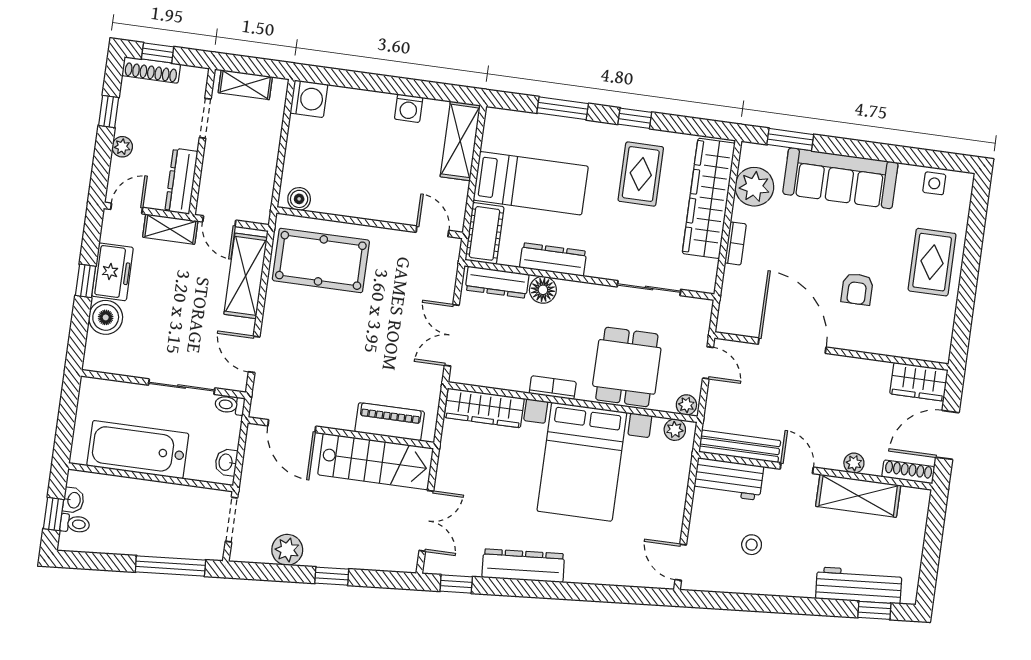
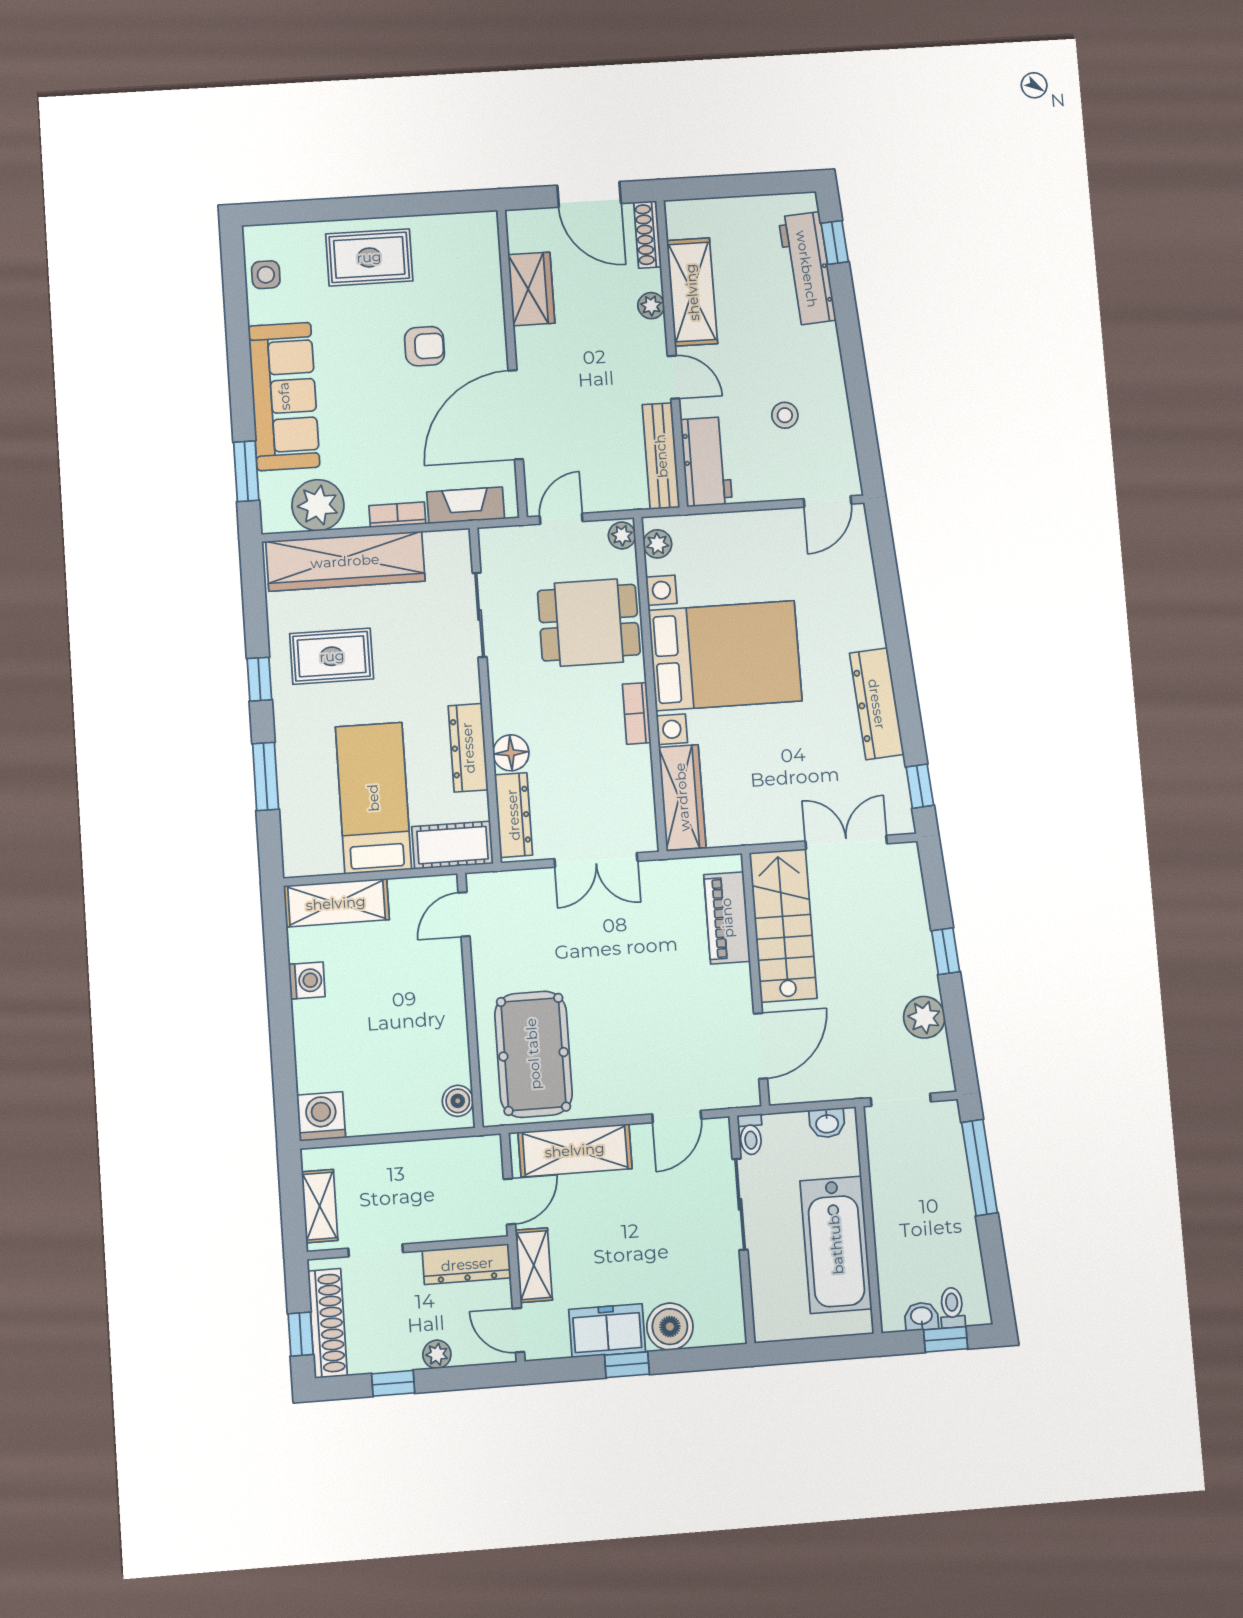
shoe rack: (151, 70) -> (328, 1323), width x1.36, depth x1.24
fireplace: (732, 295) -> (466, 505), added
wardrobe: (919, 382) -> (531, 289), moved
door: (797, 468) -> (673, 377), swing flipped

